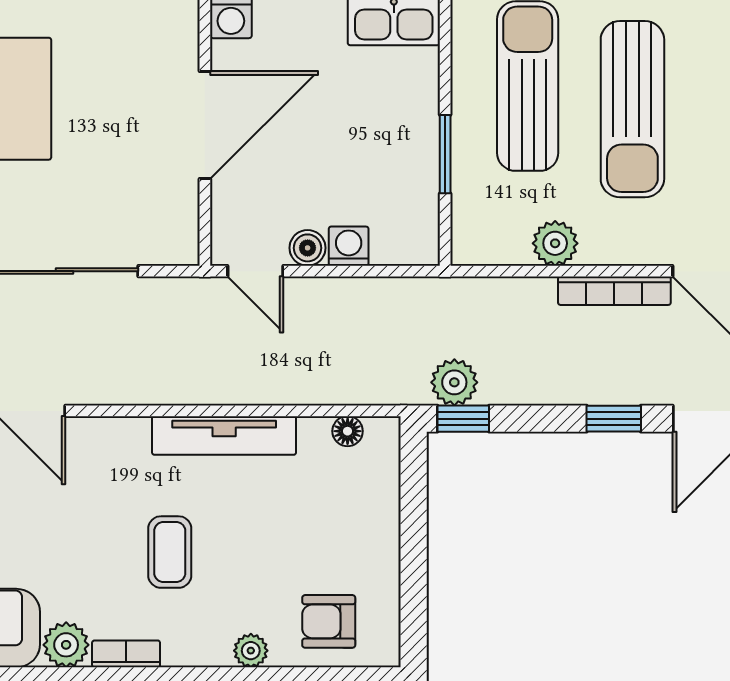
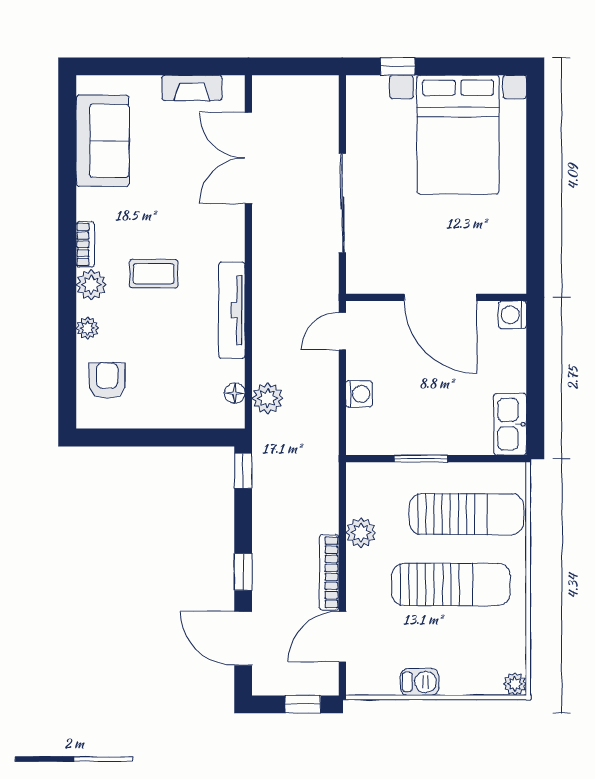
sun lounger: (632, 109) -> (451, 584), turned 180
boiler: (308, 248) -> (358, 366), removed
plant: (454, 382) -> (268, 398), moved
plant: (66, 645) -> (91, 285), moved

